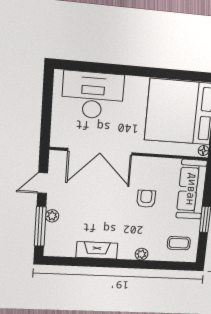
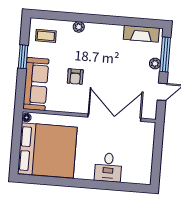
desk: (93, 95) -> (108, 167), width x0.53, depth x0.77
fireplace: (97, 250) -> (141, 34), moved

